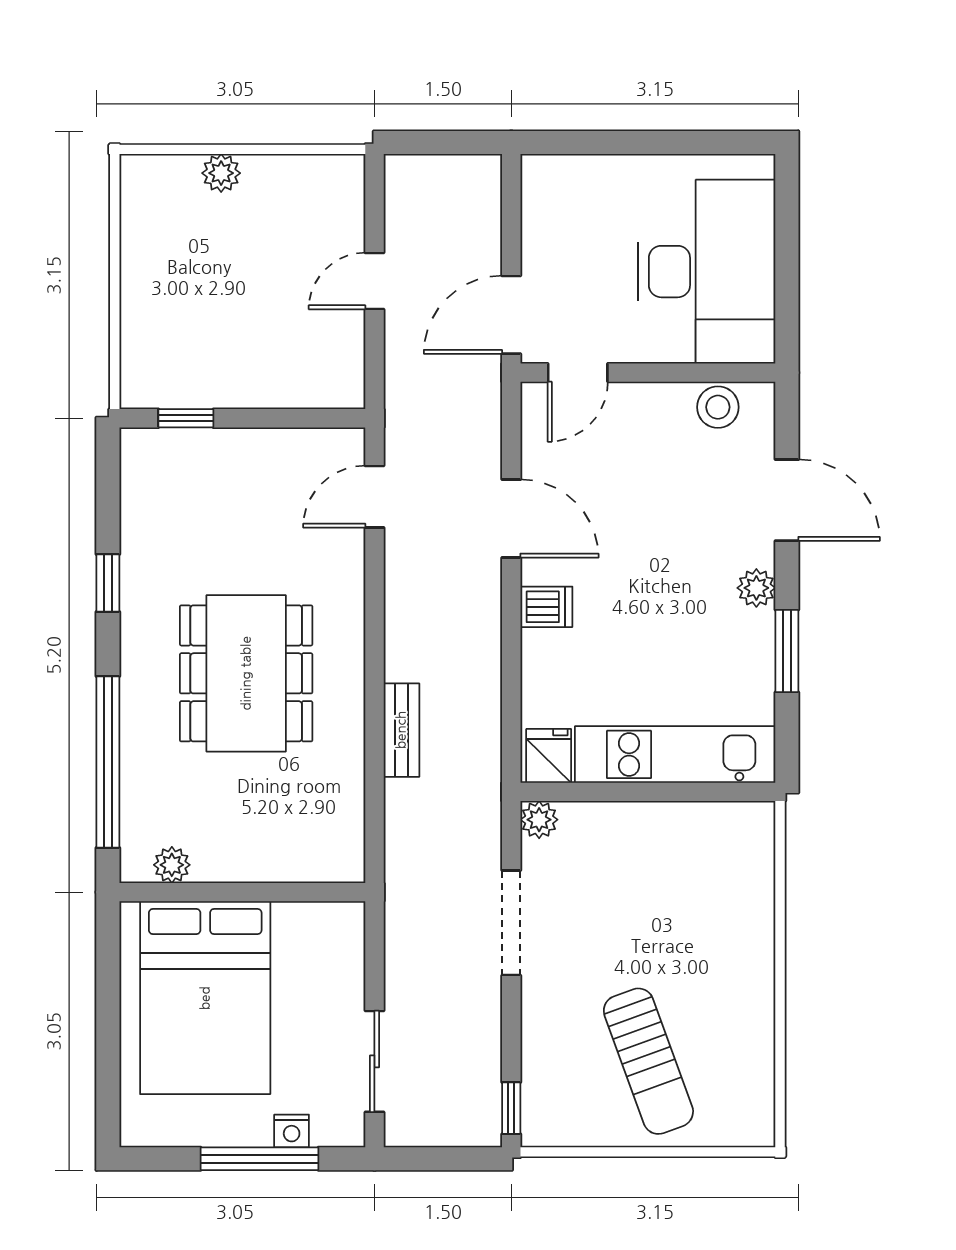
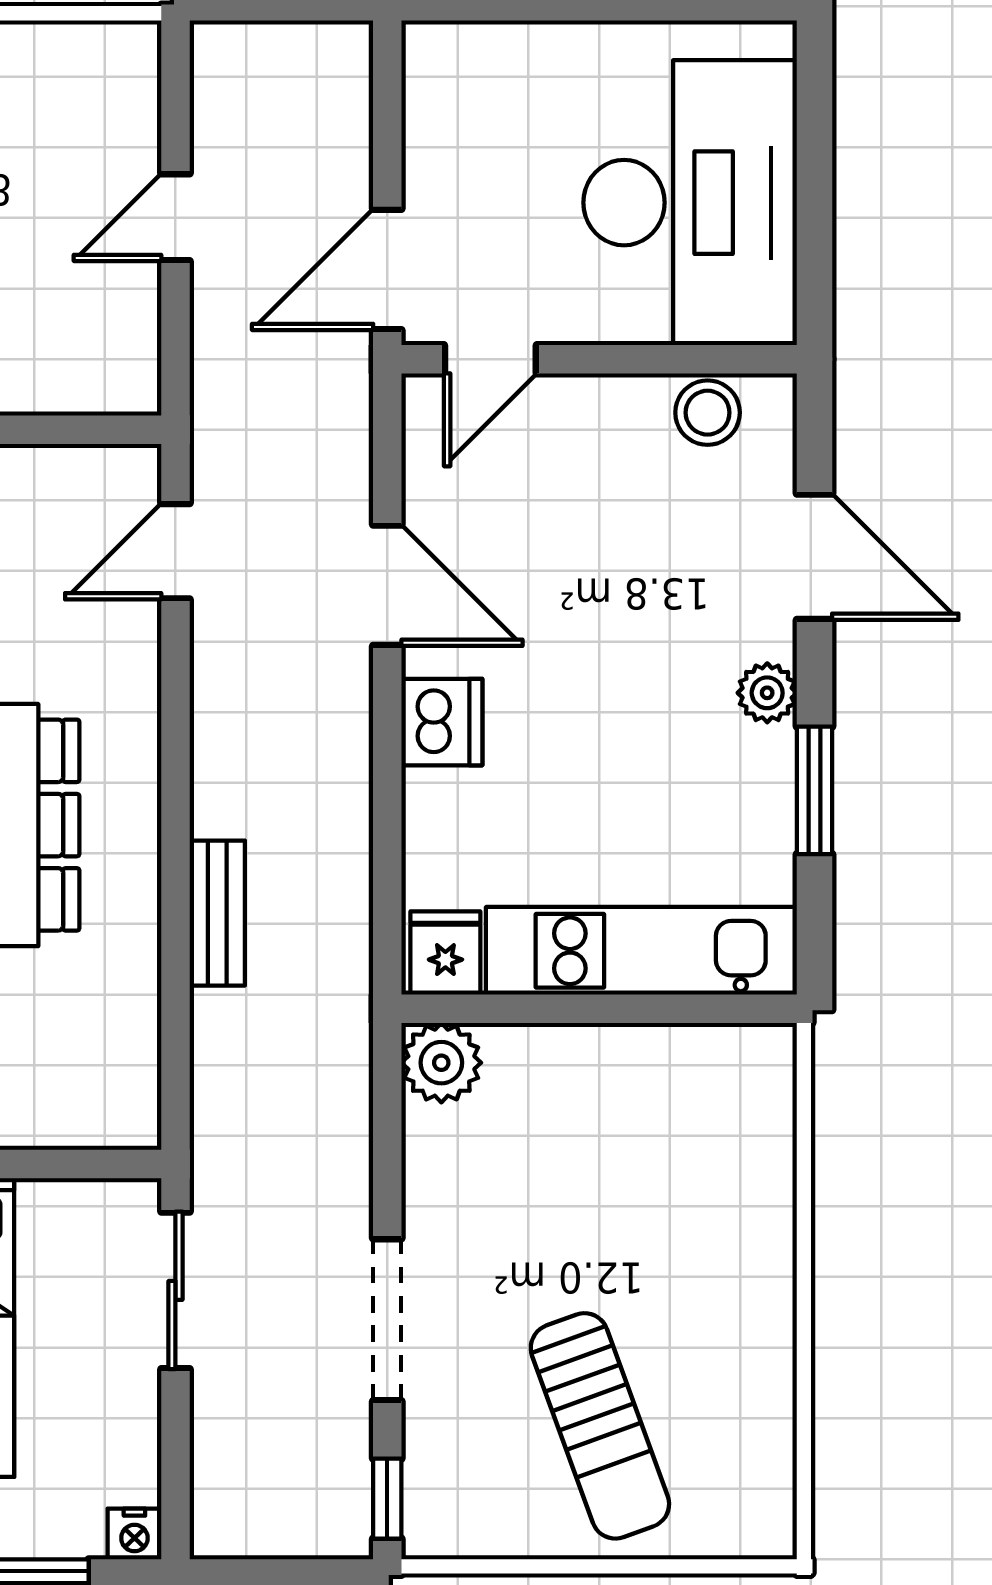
dishwasher: (546, 607) -> (442, 722), width x1.38
plant: (539, 820) -> (441, 1063), width x1.38, depth x1.38
doorway: (511, 923) -> (387, 1320), moved
sliding door: (374, 1061) -> (175, 1290), moved
nightstand: (292, 1131) -> (134, 1534), moved

